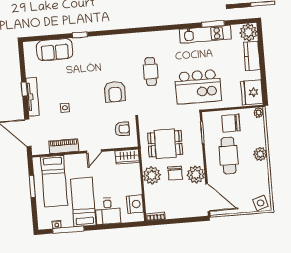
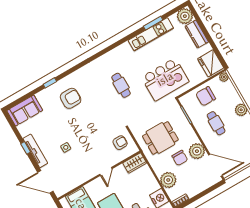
sofa: (55, 50) -> (25, 110), moved
armchair: (115, 92) -> (71, 98), moved, turned -90
piano: (64, 146) -> (80, 179), removed
cafe table: (229, 155) -> (216, 123), width x0.73, depth x0.74
plant: (152, 175) -> (168, 180), moved

